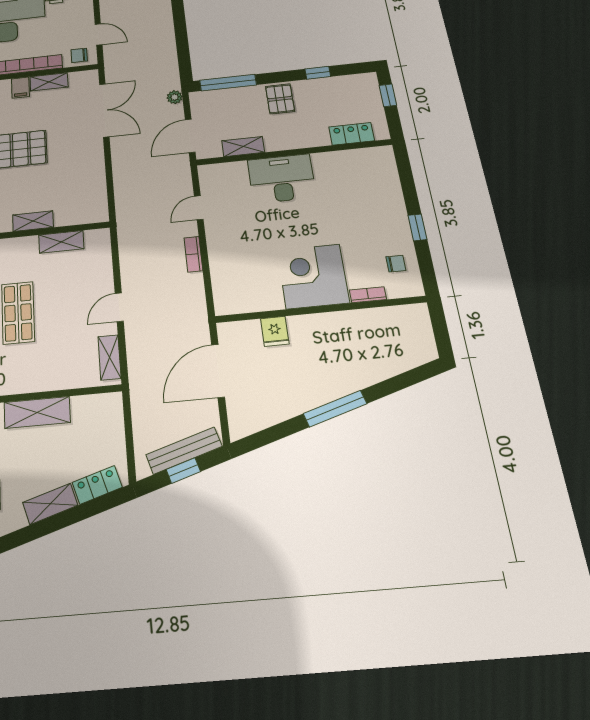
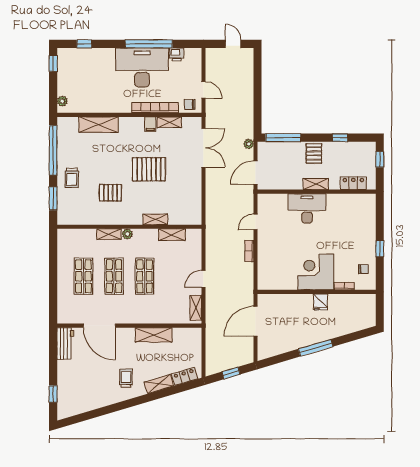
shelving: (243, 147) -> (316, 184), moved
fridge: (275, 331) -> (320, 302), moved
bench: (184, 451) -> (232, 363), removed

